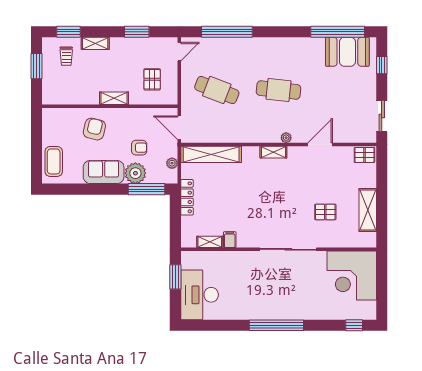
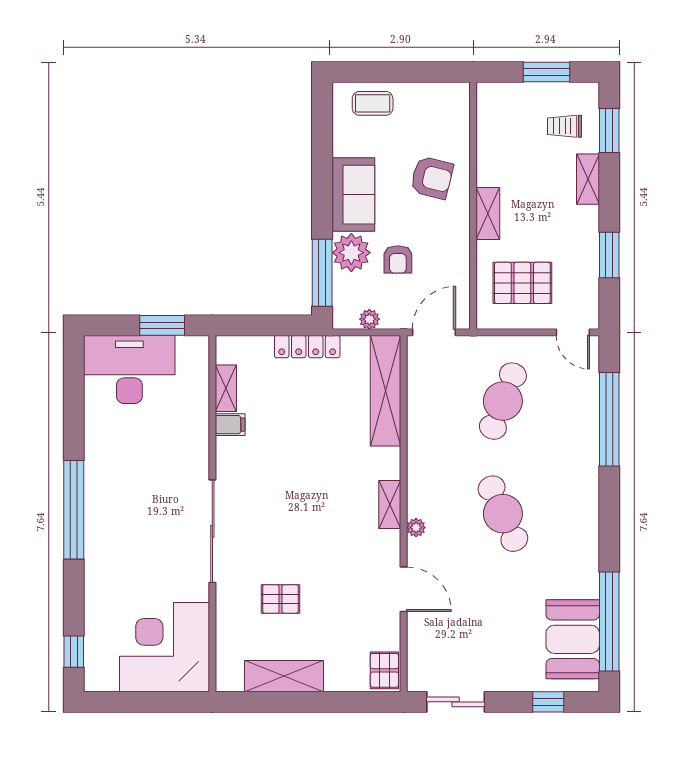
pallet: (152, 79) -> (522, 283), width x1.50, depth x1.42
cafe table: (279, 90) -> (503, 514), turned -30
coffee table: (54, 161) -> (373, 103), width x0.73, depth x0.77
pallet: (325, 212) -> (280, 599), turned 90

